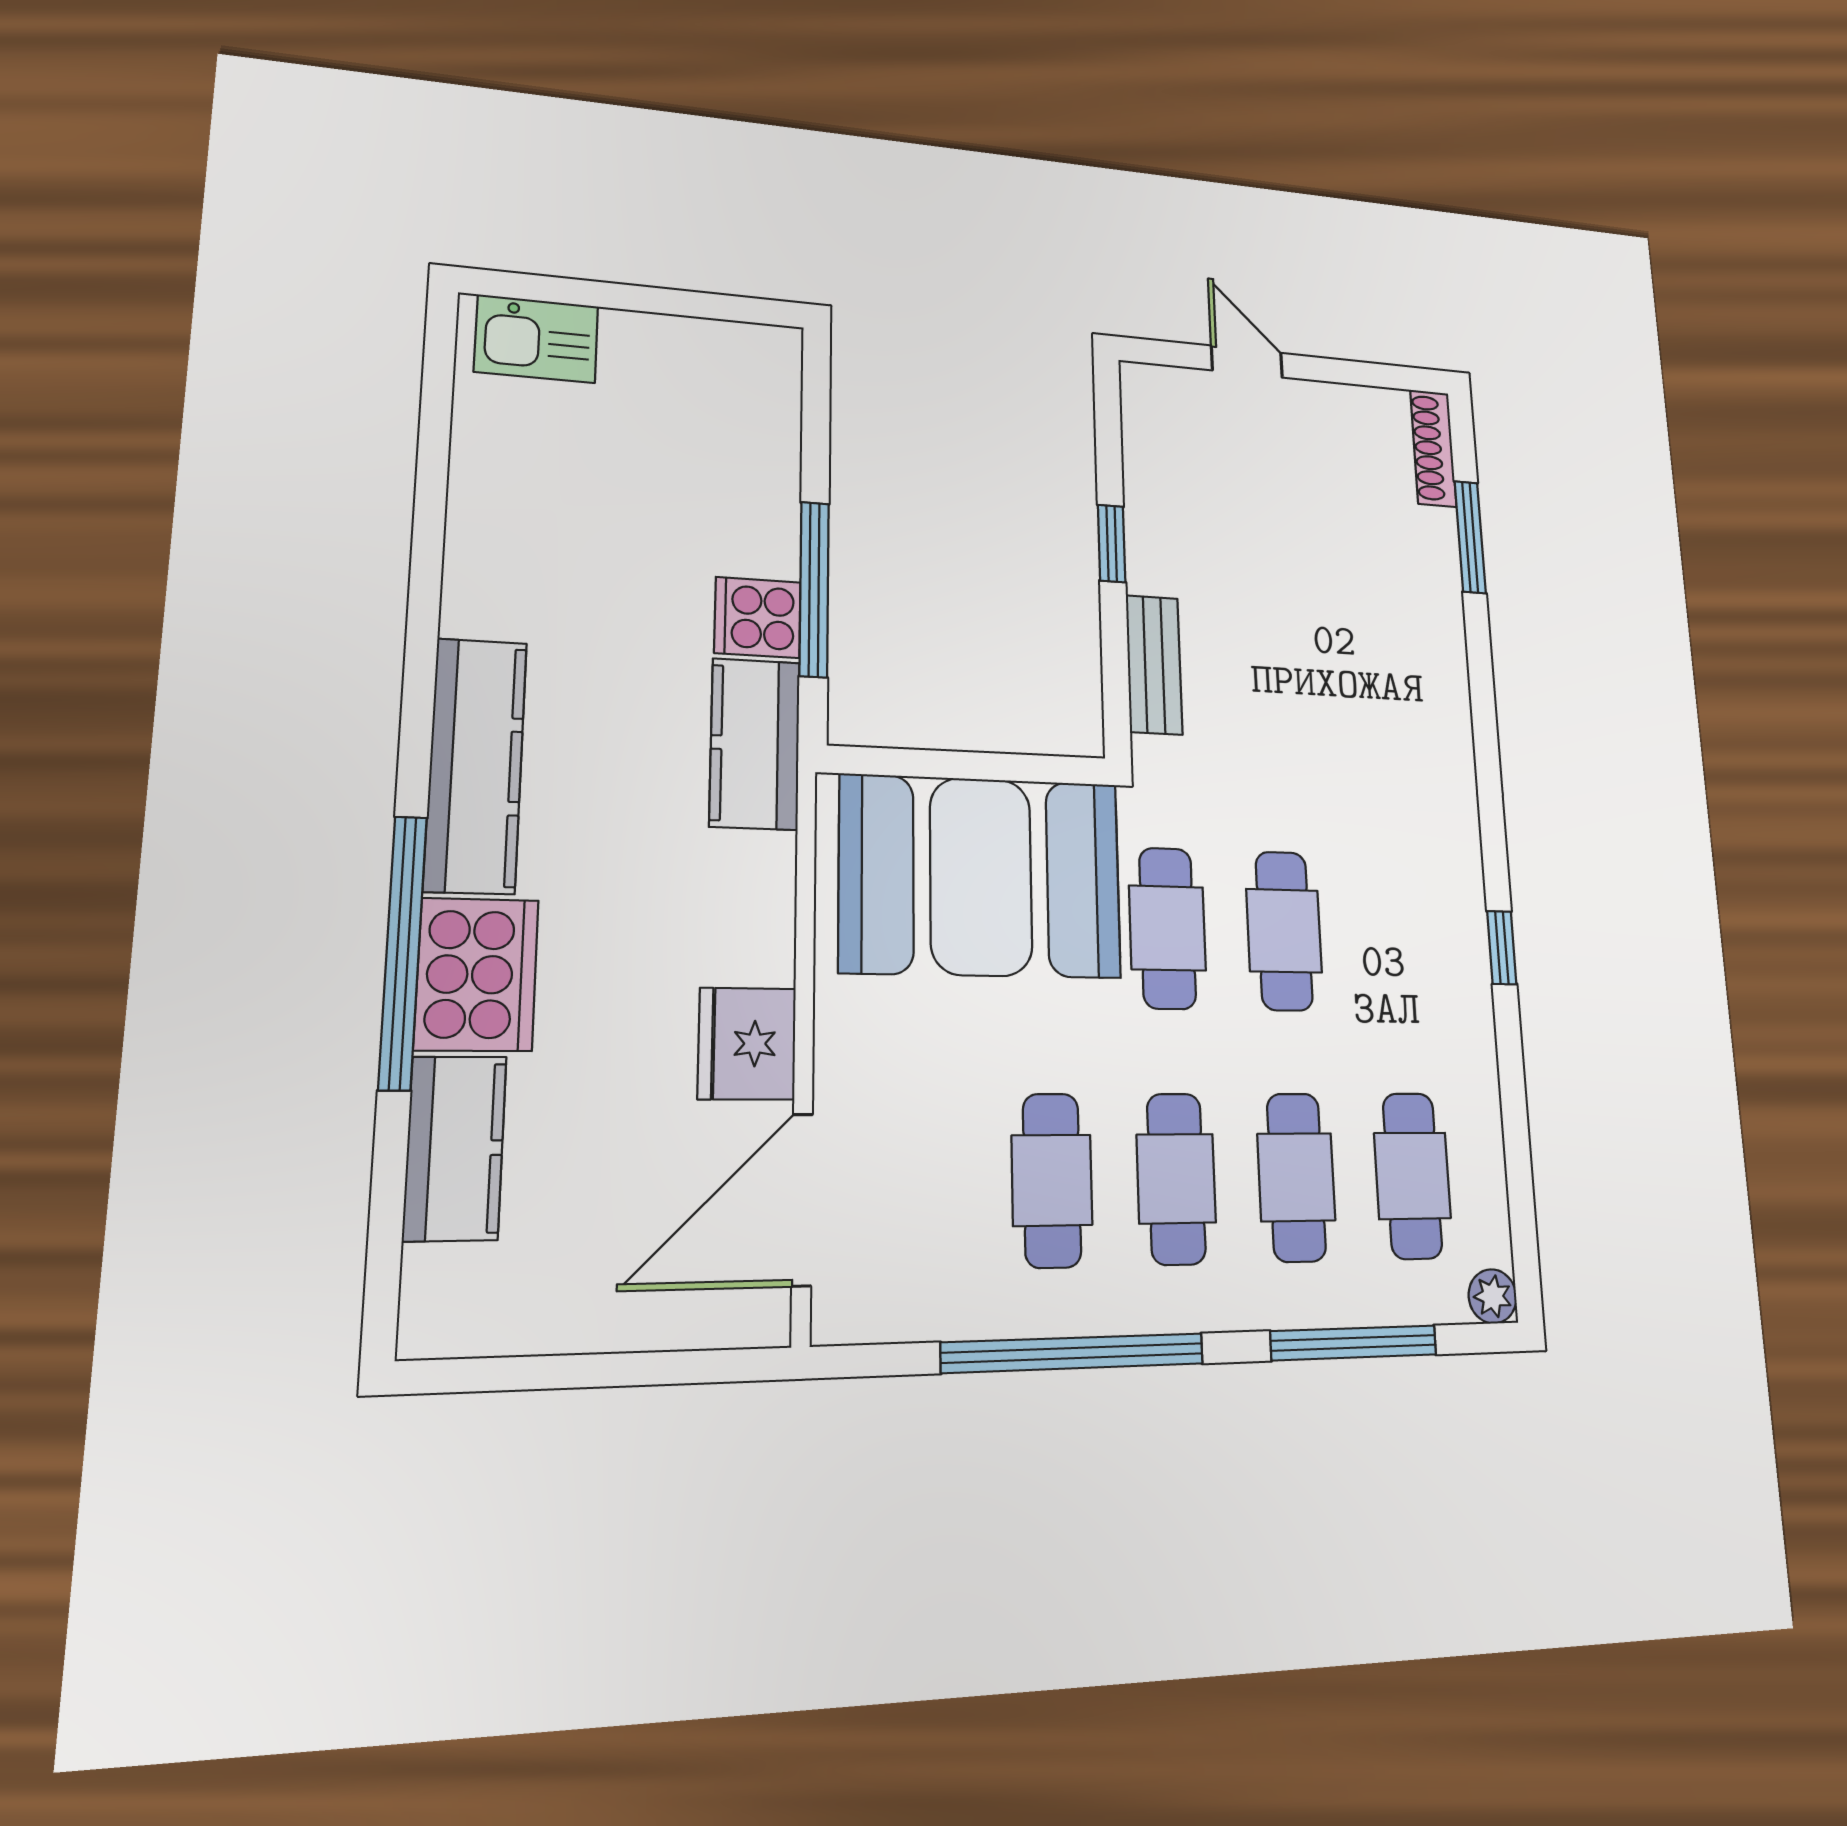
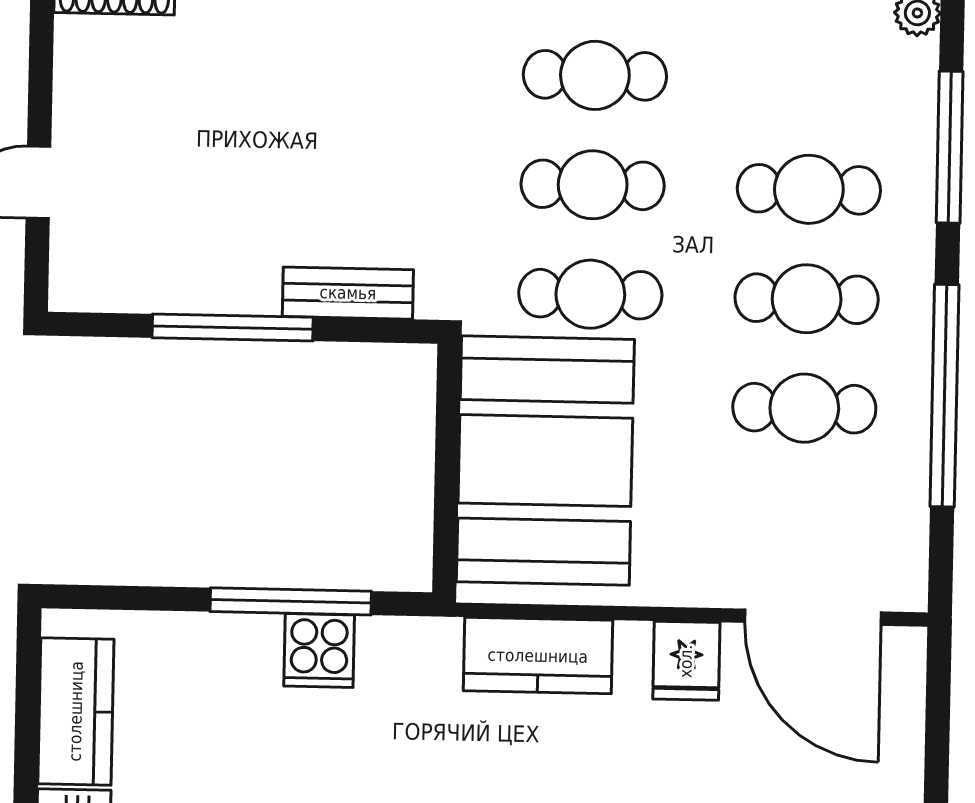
kitchen counter: (687, 353) -> (76, 711), added
window: (1112, 543) -> (233, 328), width x2.17
kitchen counter: (755, 744) -> (538, 656), moved
fridge: (747, 1044) -> (686, 661), width x0.72
cafe table: (1412, 1176) -> (595, 75), moved

